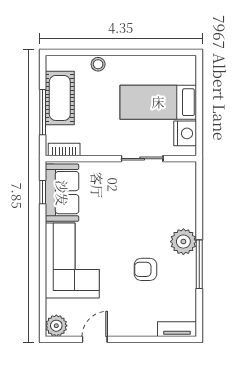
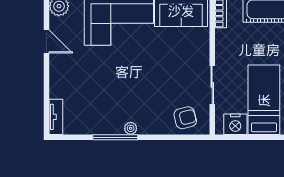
plant: (183, 242) -> (131, 128), width x0.53, depth x0.53
armchair: (146, 269) -> (185, 118), moved, turned 76

